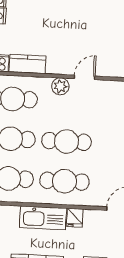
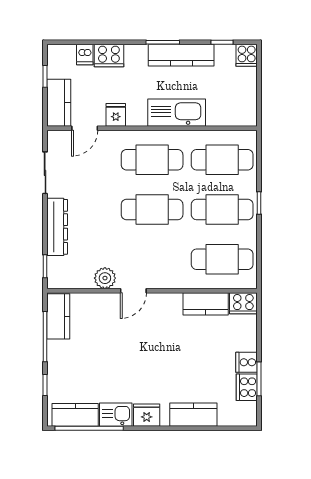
plant: (60, 86) -> (105, 278), moved
fridge: (75, 218) -> (116, 115), moved

